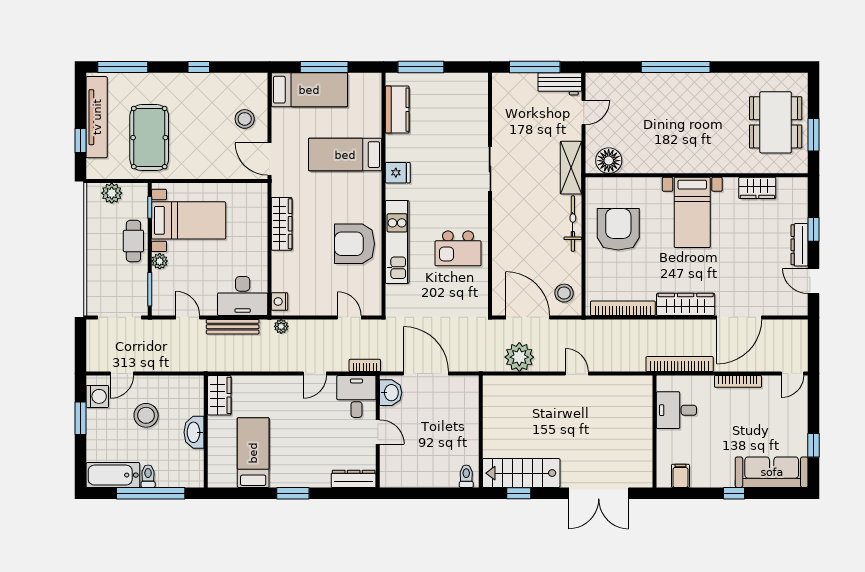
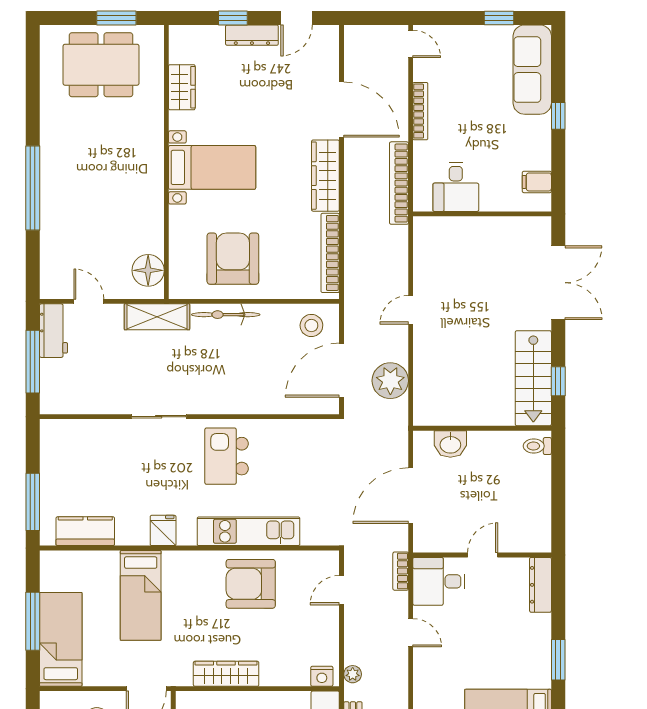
armchair: (618, 229) -> (233, 259), turned 90
armchair: (354, 244) -> (251, 584), turned 90
kitchen island: (458, 248) -> (227, 456), moved, turned 180
washbasin: (391, 393) -> (450, 444), moved, turned 180

